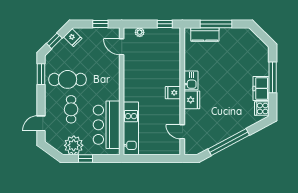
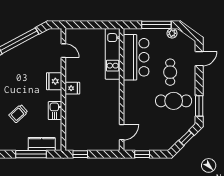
plant: (140, 32) -> (104, 146), removed
fridge: (73, 38) -> (169, 141), removed
door: (122, 47) -> (122, 132), hinge flipped
trolley: (229, 66) -> (18, 114), added
kitchen sink: (191, 80) -> (55, 111), moved
plant: (74, 145) -> (172, 33), width x0.53, depth x0.53
window: (85, 158) -> (156, 25), width x2.17

